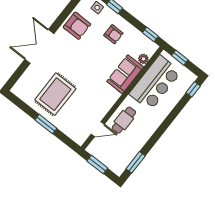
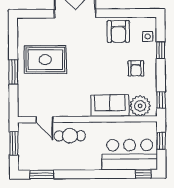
plant: (143, 59) -> (140, 106), width x1.88, depth x1.88
bar counter: (155, 83) -> (130, 155), moved, turned 180

